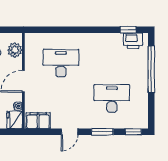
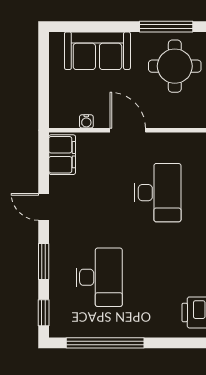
plant: (15, 50) -> (179, 116), removed
window: (151, 70) -> (105, 343), moved
fridge: (15, 120) -> (63, 116), removed

